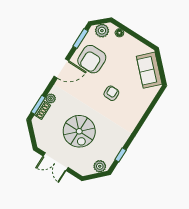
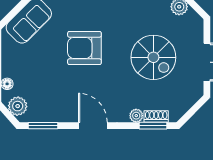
armchair: (92, 59) -> (59, 97), removed
armchair: (111, 93) -> (84, 48), width x1.88, depth x1.88
spiral stairs: (79, 131) -> (153, 57), turned 90

